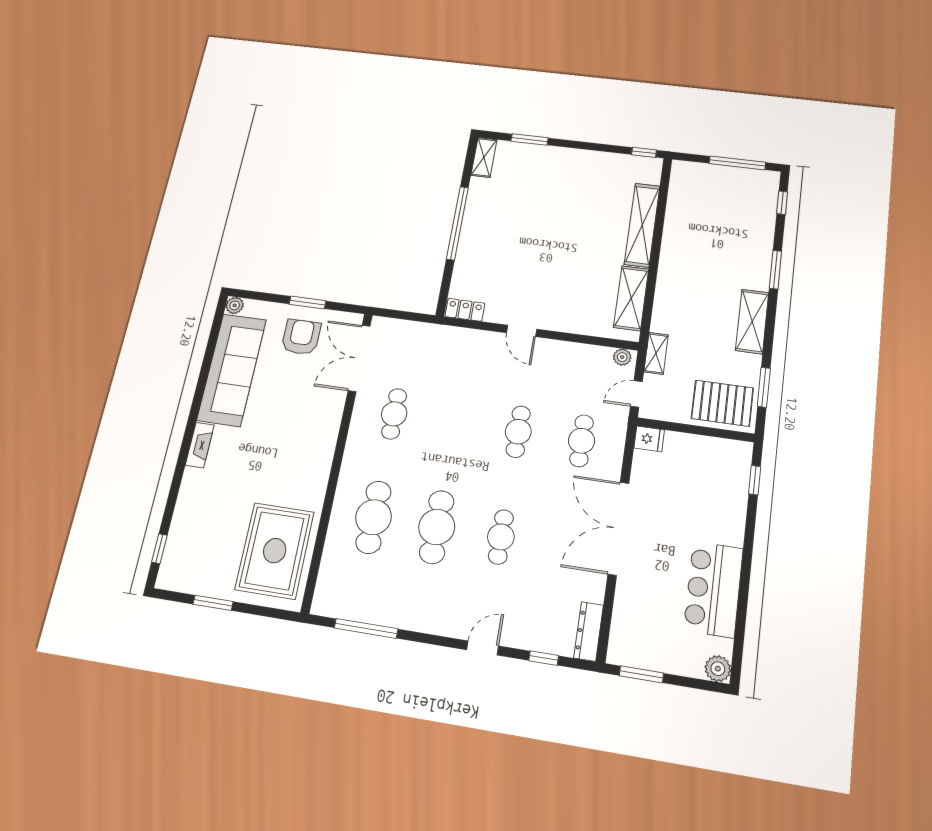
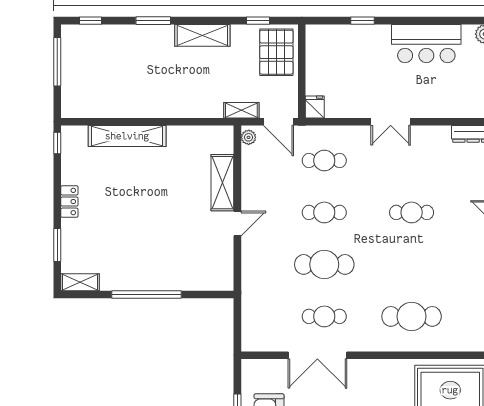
shelving: (631, 298) -> (222, 183), moved, turned 90
locker: (465, 310) -> (69, 202), moved, turned 180
double door: (359, 358) -> (317, 355), moved
window: (764, 387) -> (258, 21), width x0.67
door: (636, 394) -> (278, 122), width x1.38
window: (755, 480) -> (363, 21), moved
cafe table: (437, 527) -> (324, 264), moved
double door: (618, 528) -> (391, 122), width x0.54

